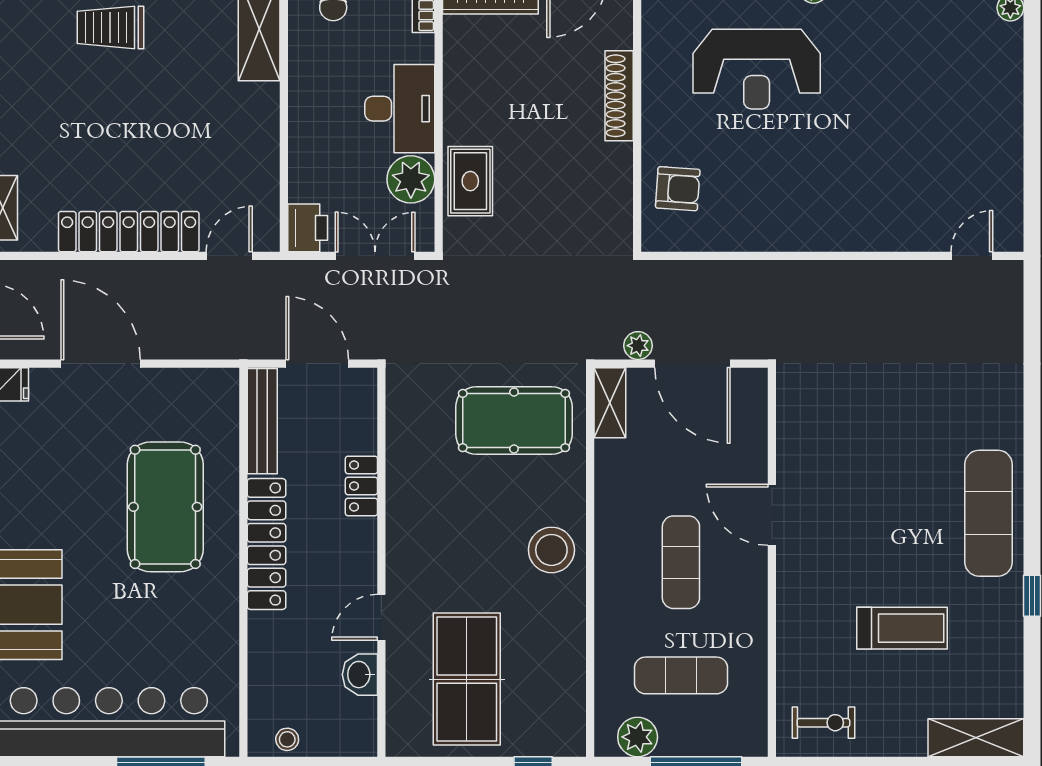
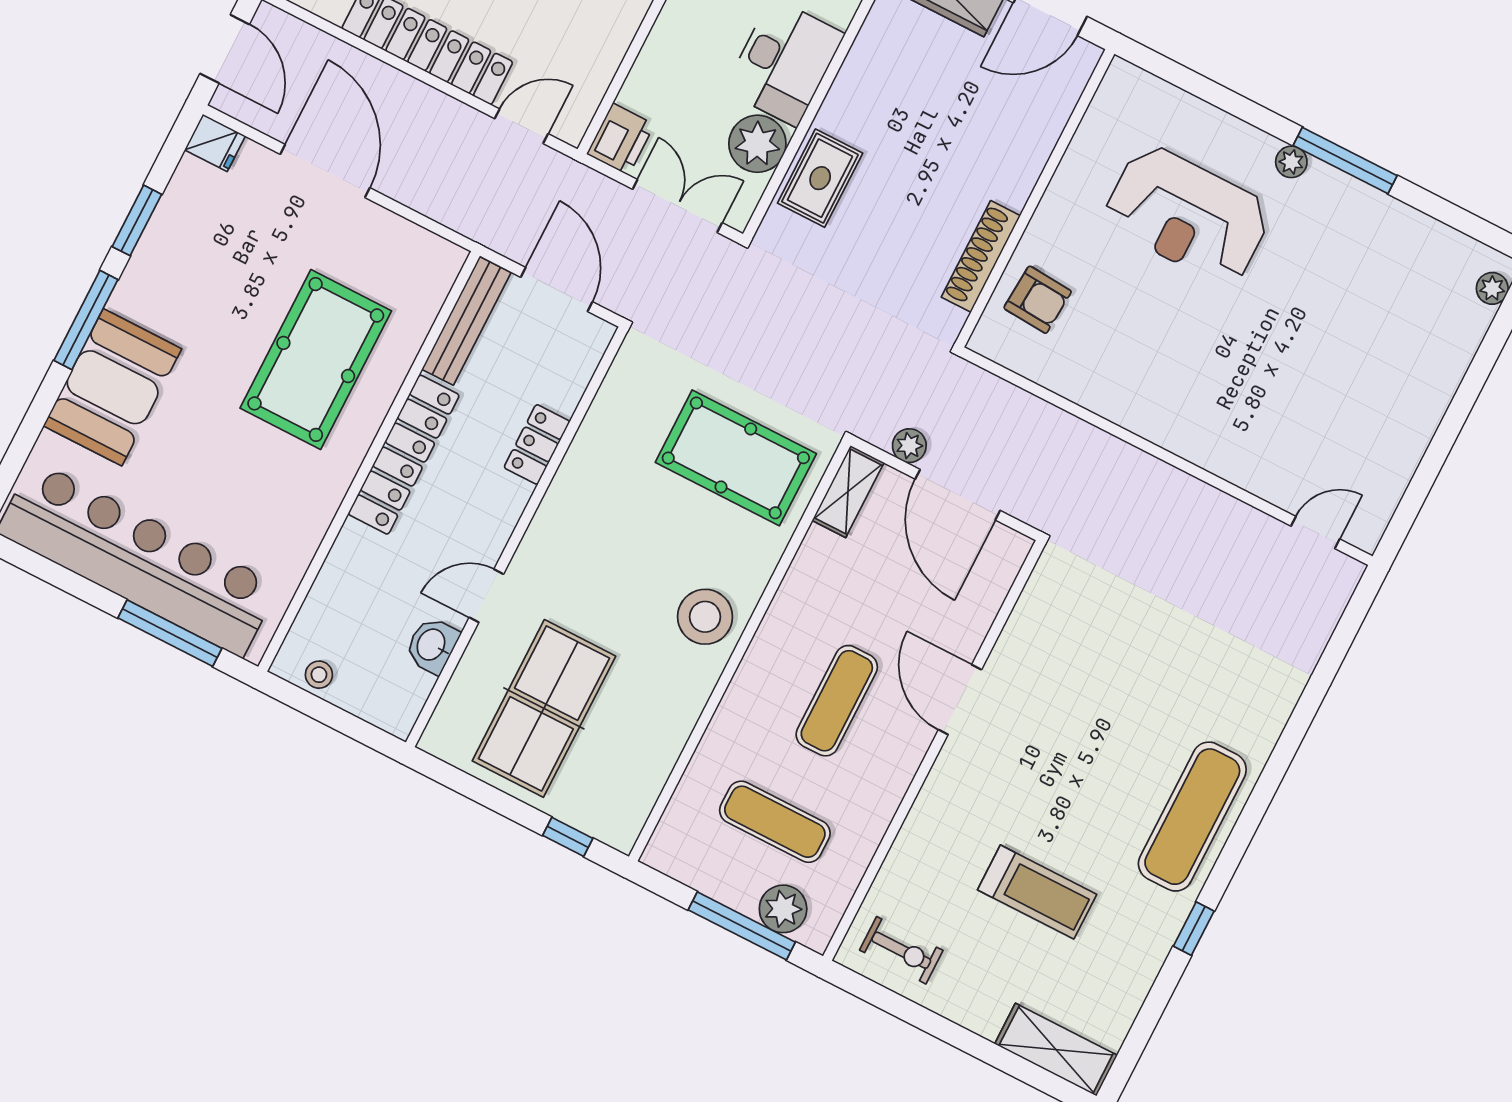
shoe rack: (619, 96) -> (981, 256), moved
plant: (638, 737) -> (783, 909), moved

